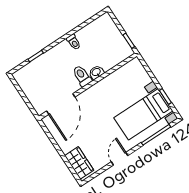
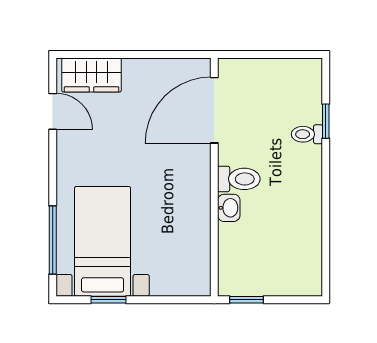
toilet: (74, 42) -> (307, 134), moved
door: (61, 104) -> (214, 110), hinge flipped
door: (120, 159) -> (53, 111), moved

